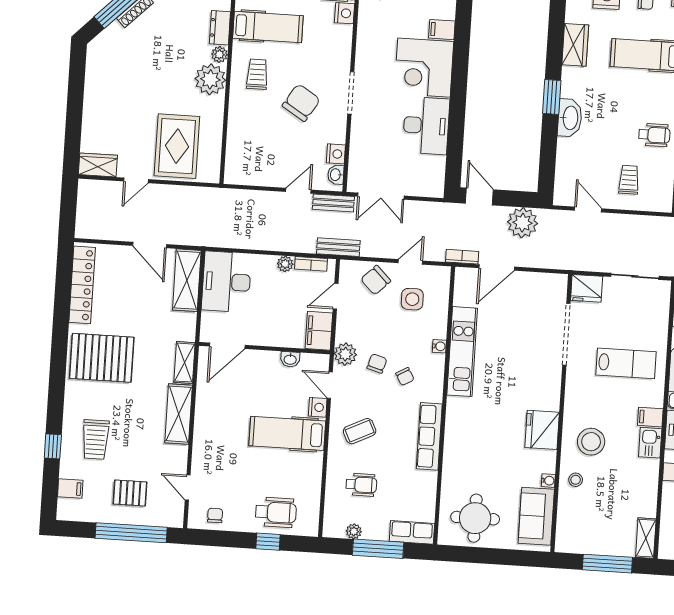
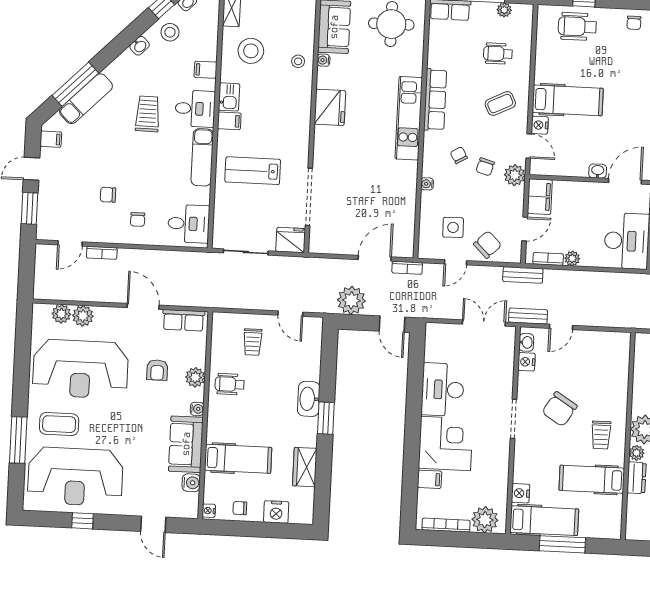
kitchen unit: (462, 352) -> (409, 118), moved
washbasin: (290, 359) -> (598, 171), moved
stool: (591, 442) -> (251, 51), moved

